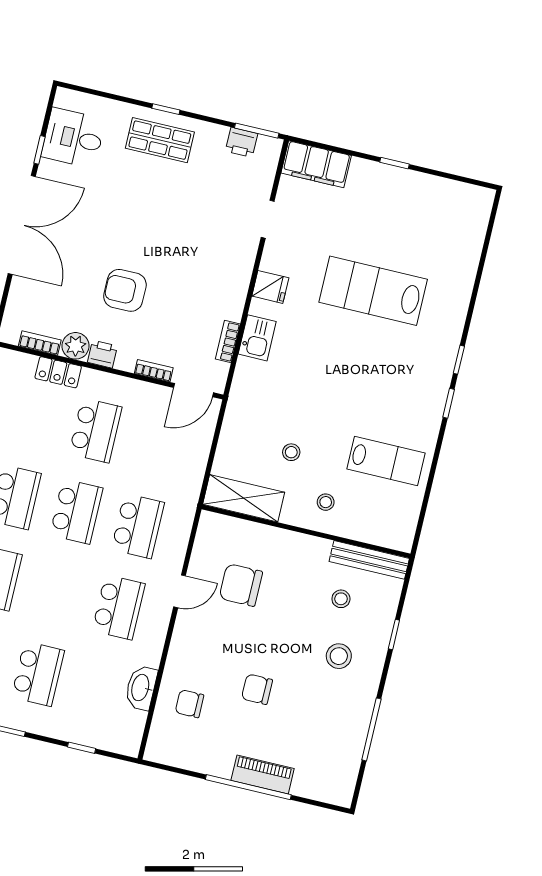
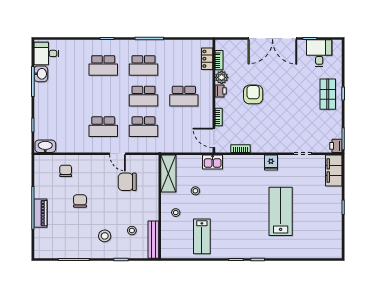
printer: (242, 142) -> (336, 146), moved
kitchen sink: (257, 338) -> (213, 162), moved
locker: (58, 372) -> (207, 59), moved
chair: (241, 585) -> (127, 182), turned -90
school desk: (38, 674) -> (63, 96), removed
washbasin: (141, 688) -> (45, 146), moved

